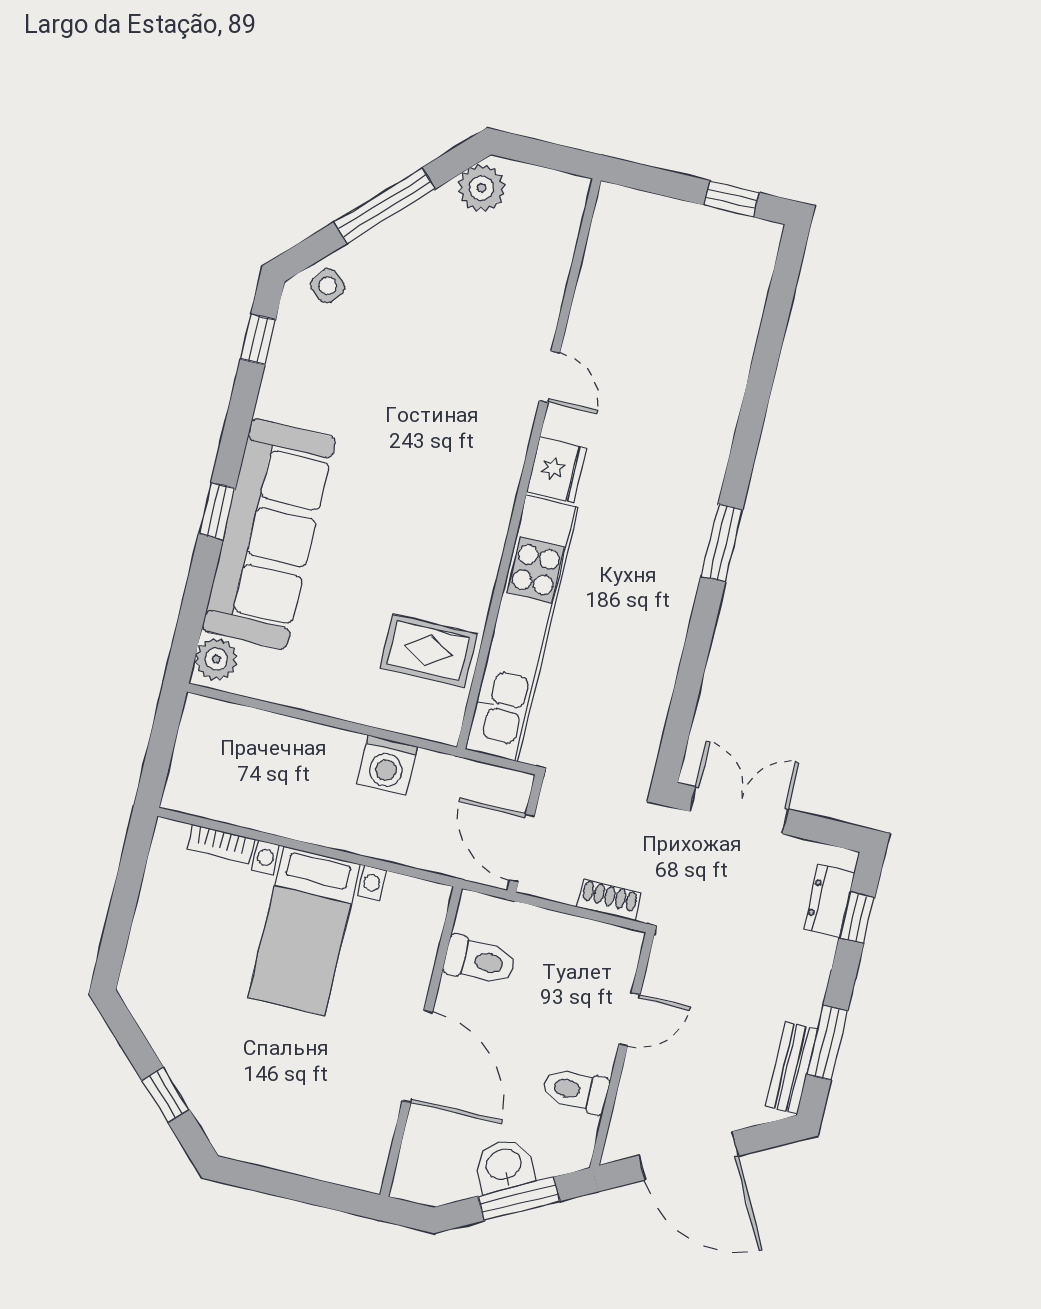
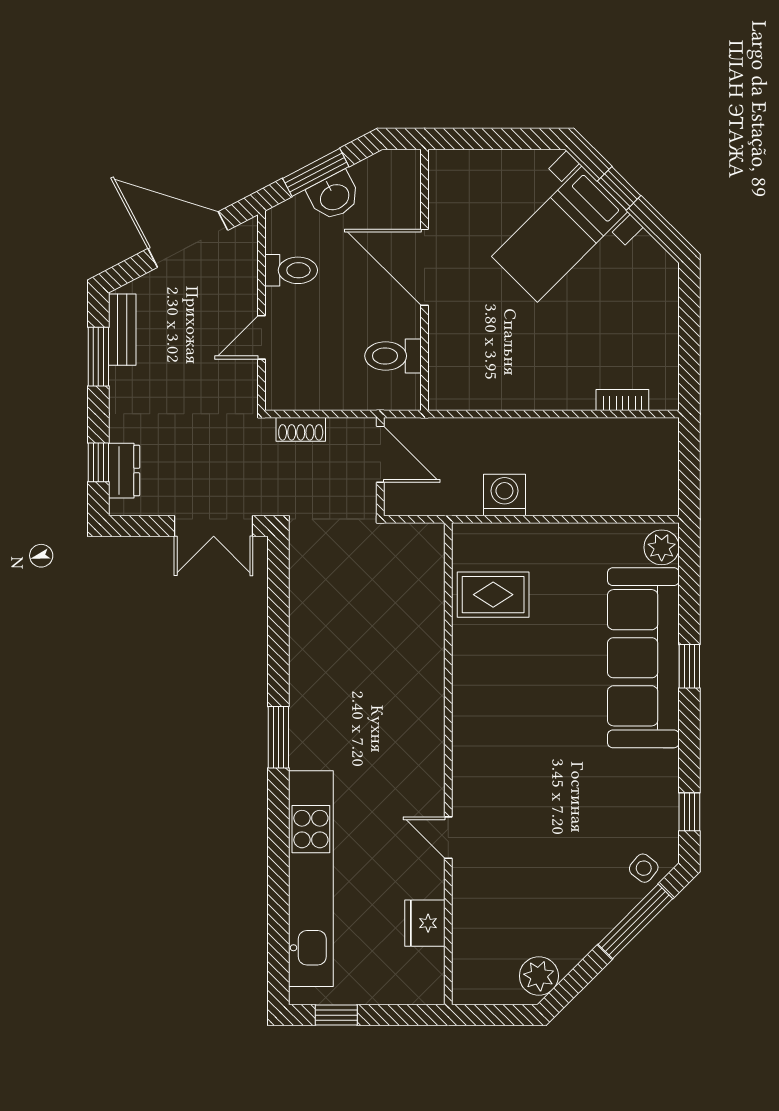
window: (385, 205) -> (635, 921), moved
fridge: (557, 470) -> (425, 923), moved
kitchen unit: (522, 628) -> (311, 879), moved, turned 180
bed with nightstands: (304, 931) -> (560, 234), moved, turned -135

